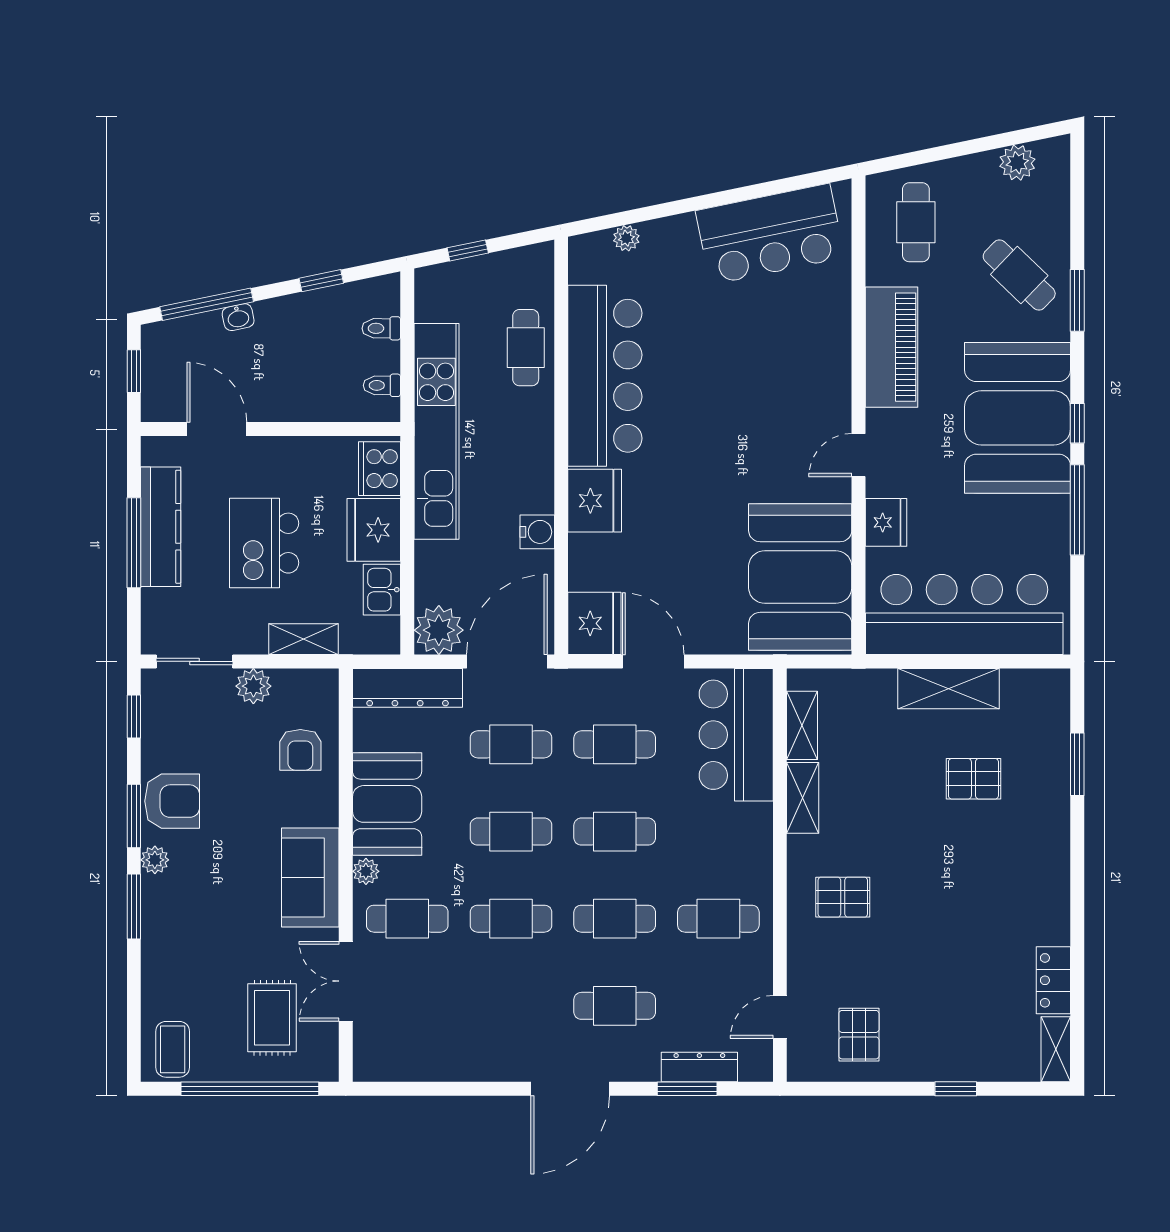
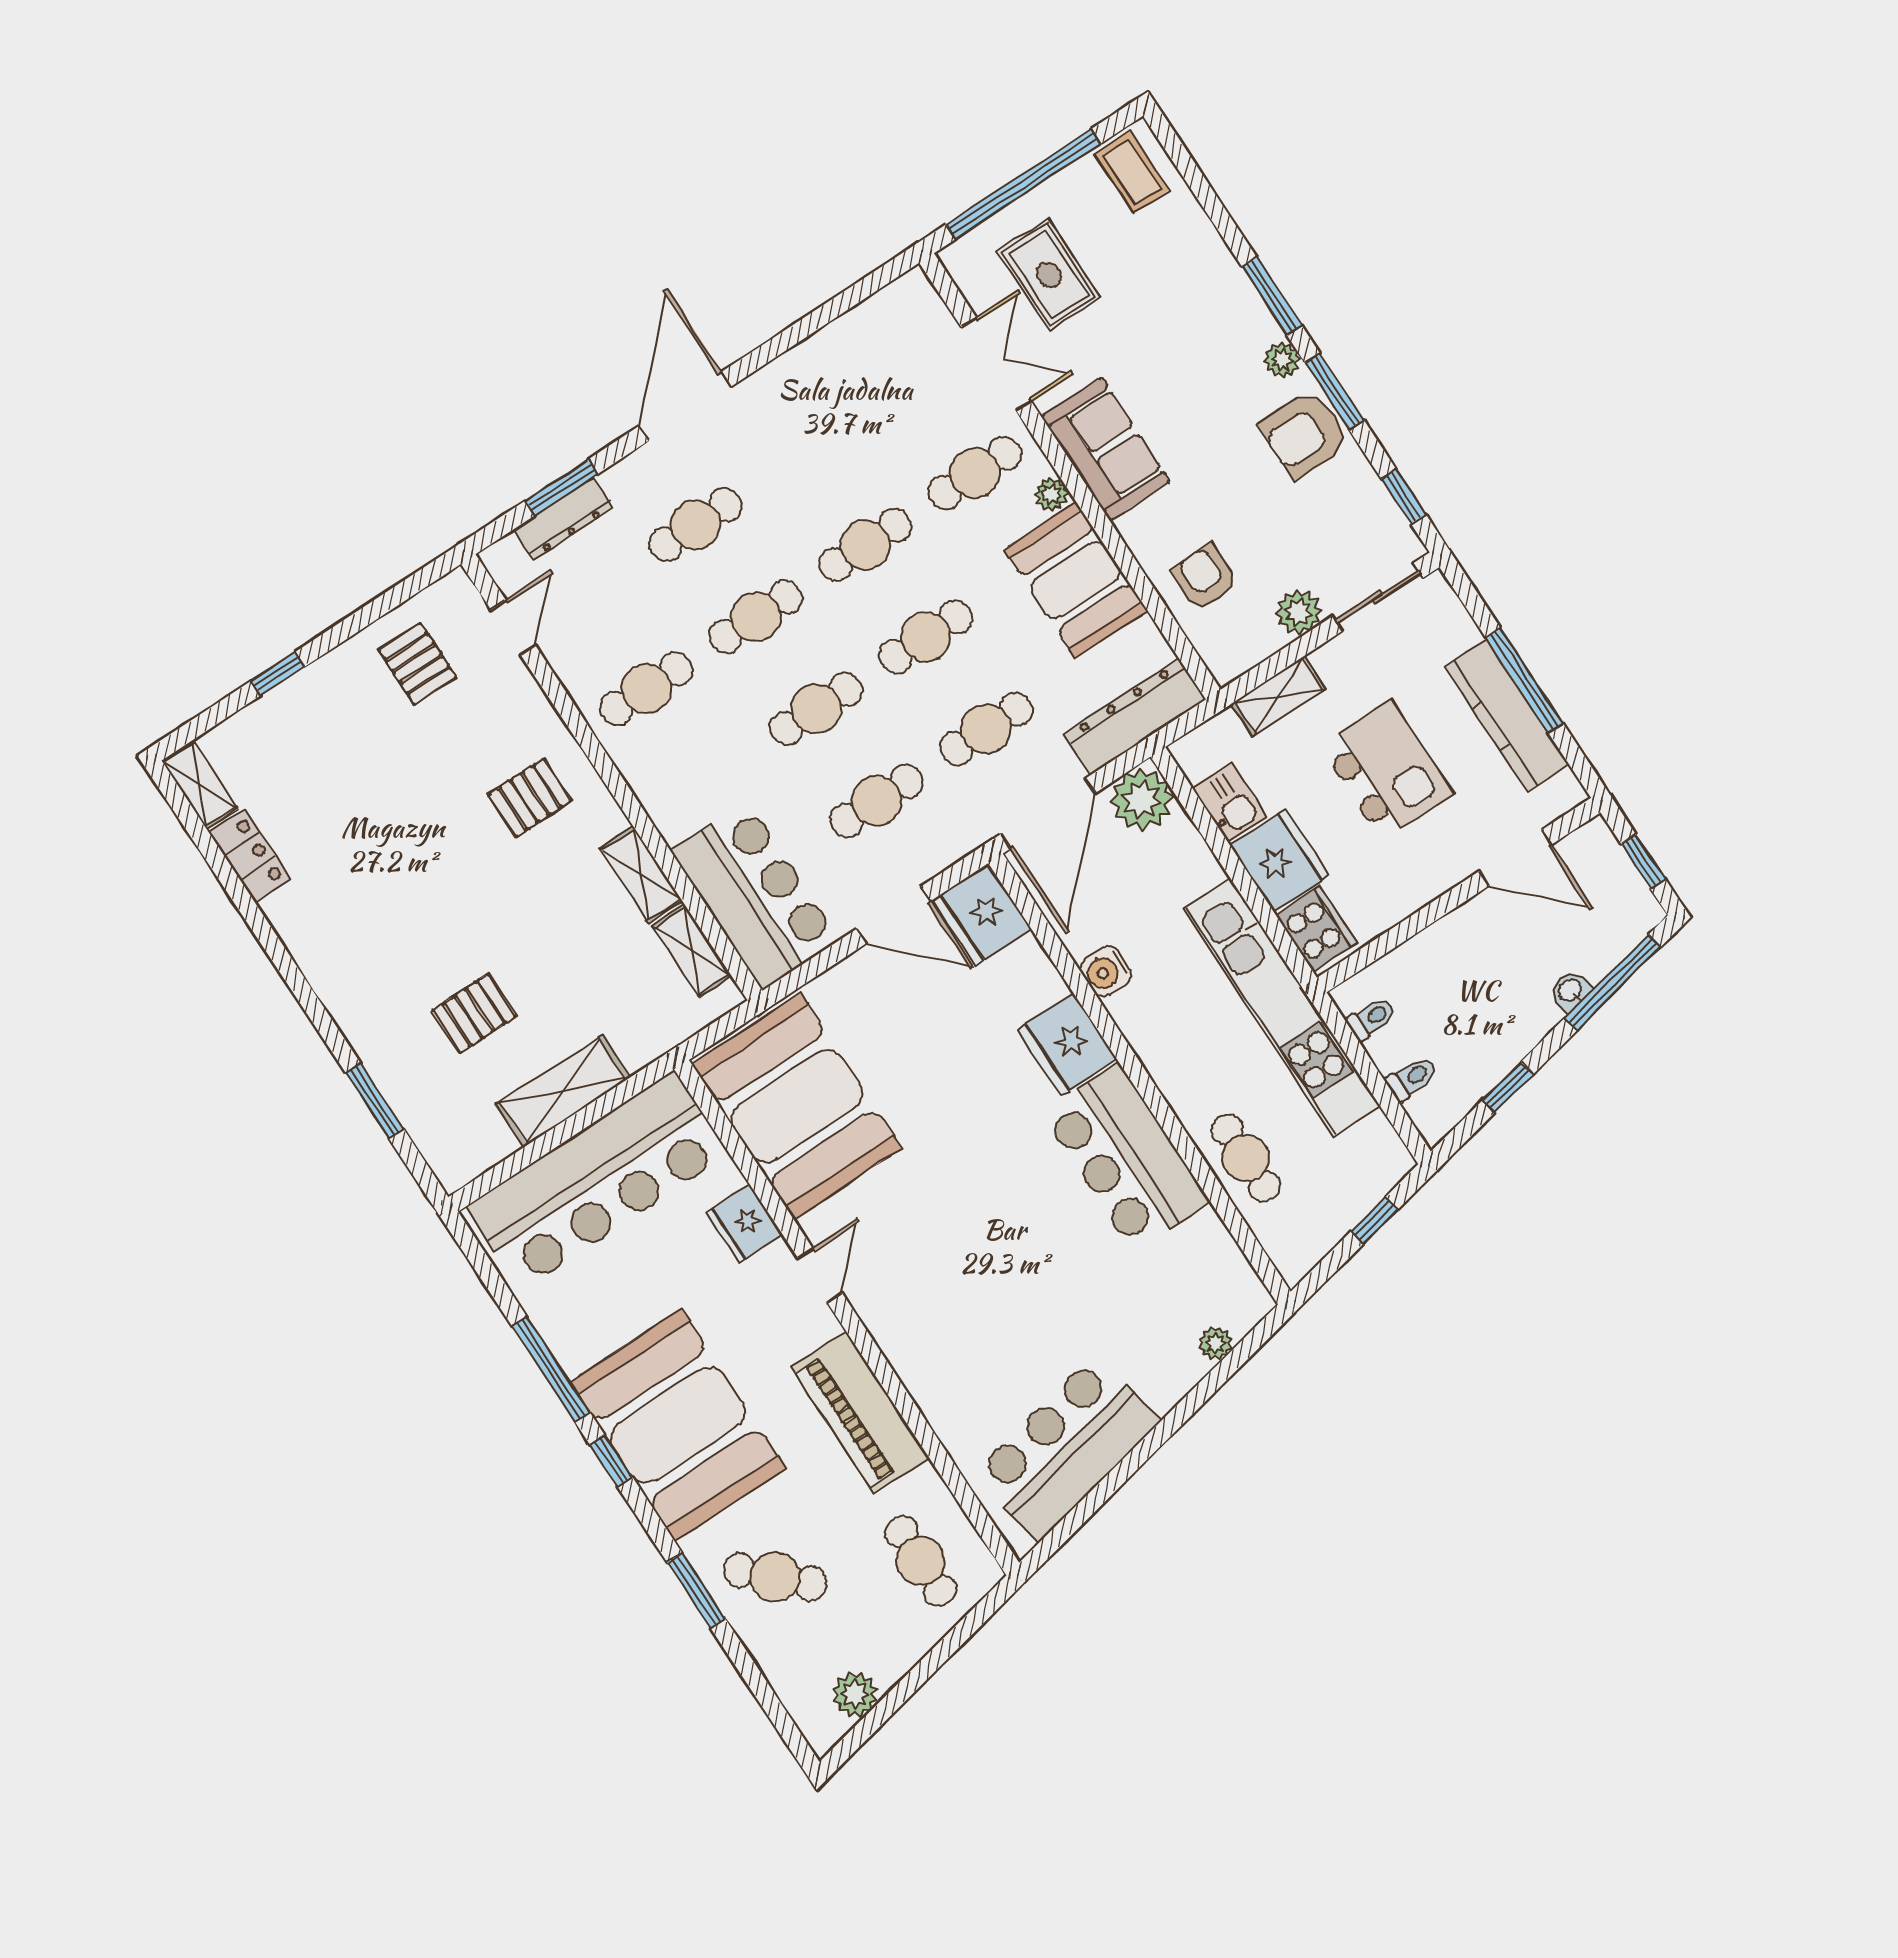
bar counter: (605, 376) -> (1126, 1158), width x0.73

